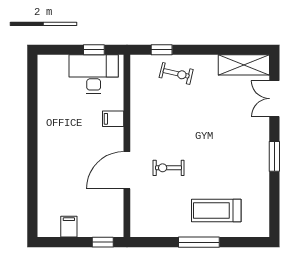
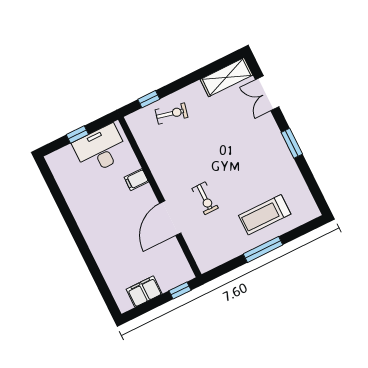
window: (94, 50) -> (77, 134), moved
exercise bike: (168, 168) -> (205, 198), turned -90
filing cabinet: (69, 227) -> (144, 292), width x2.00

